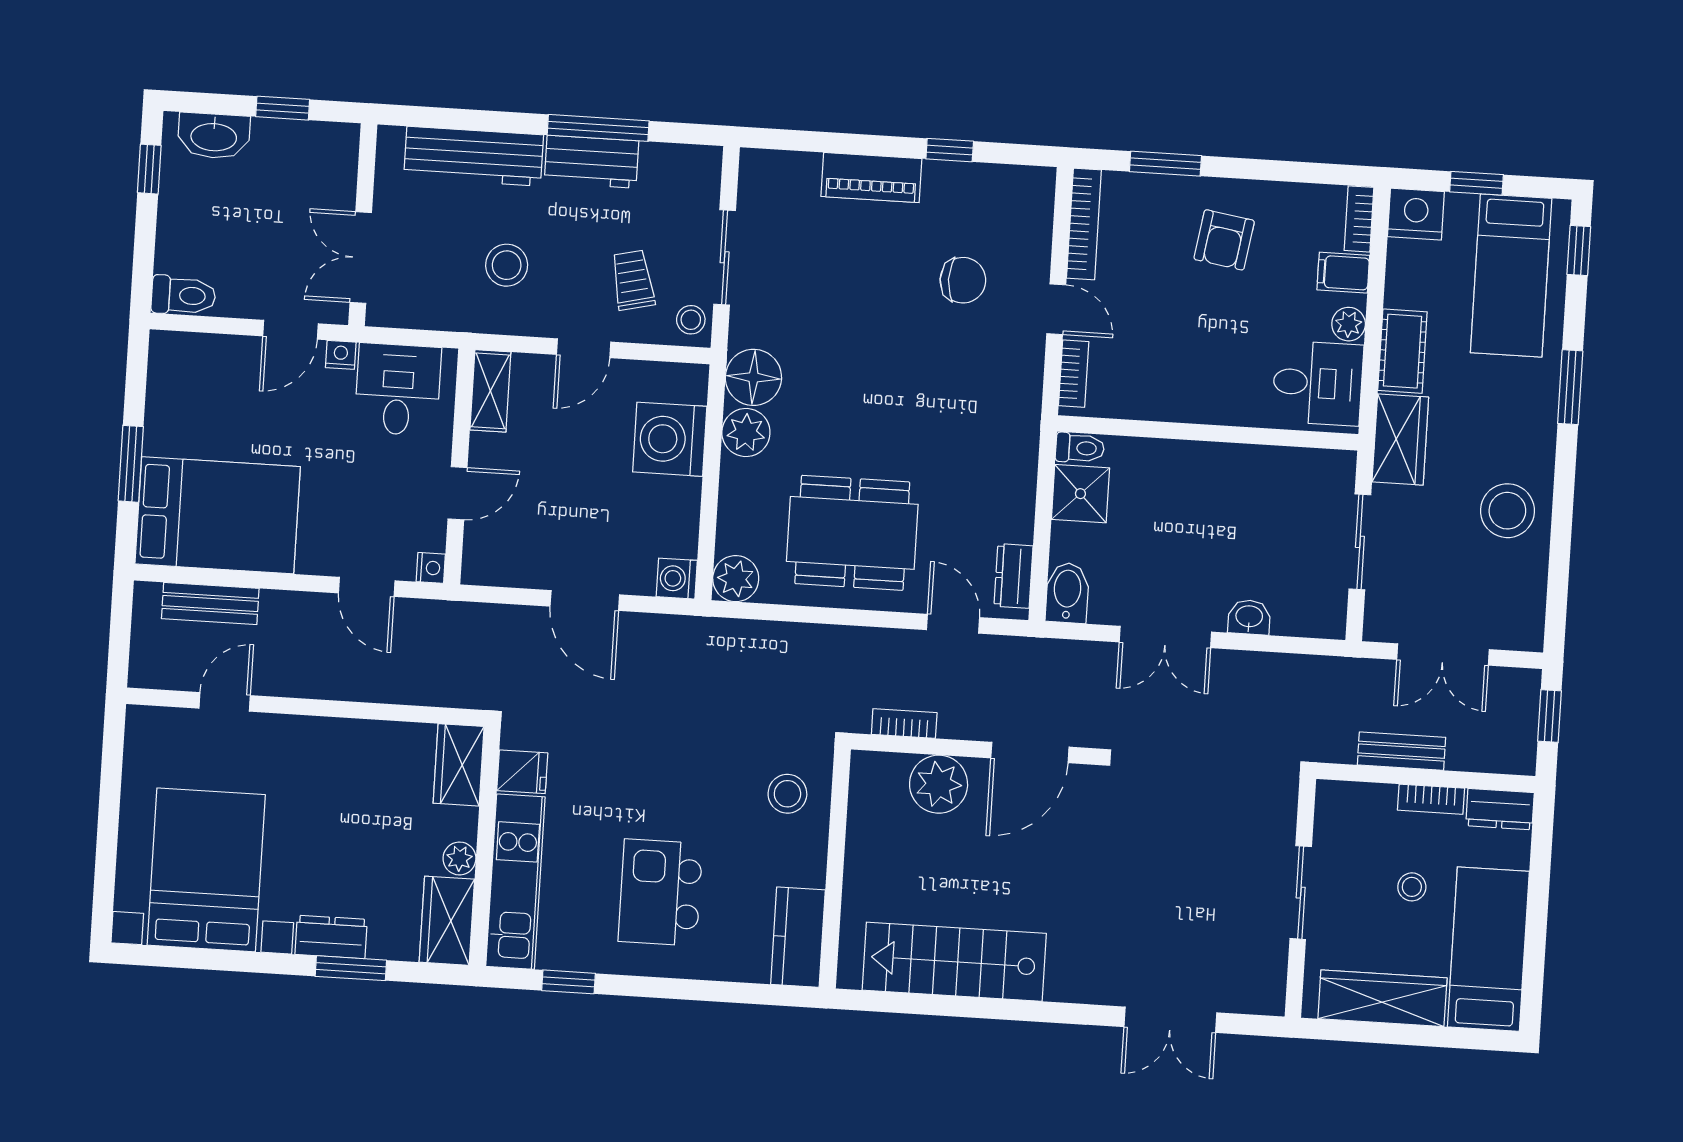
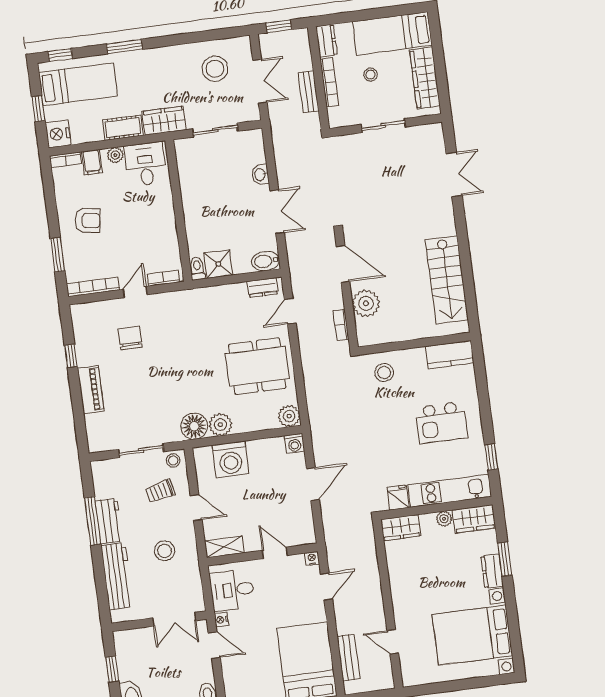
stool: (1507, 511) -> (215, 69), moved
dining table: (852, 533) -> (257, 366), turned 90
bookcase: (1431, 799) -> (329, 82), width x1.56

